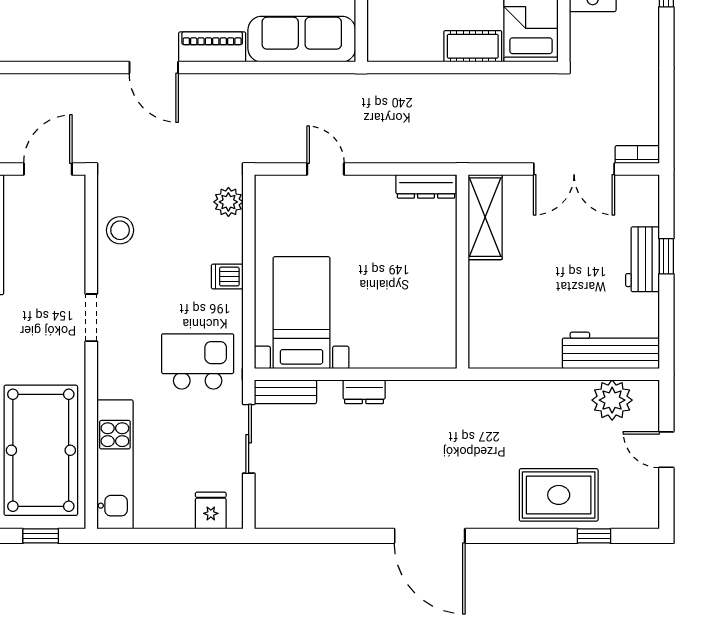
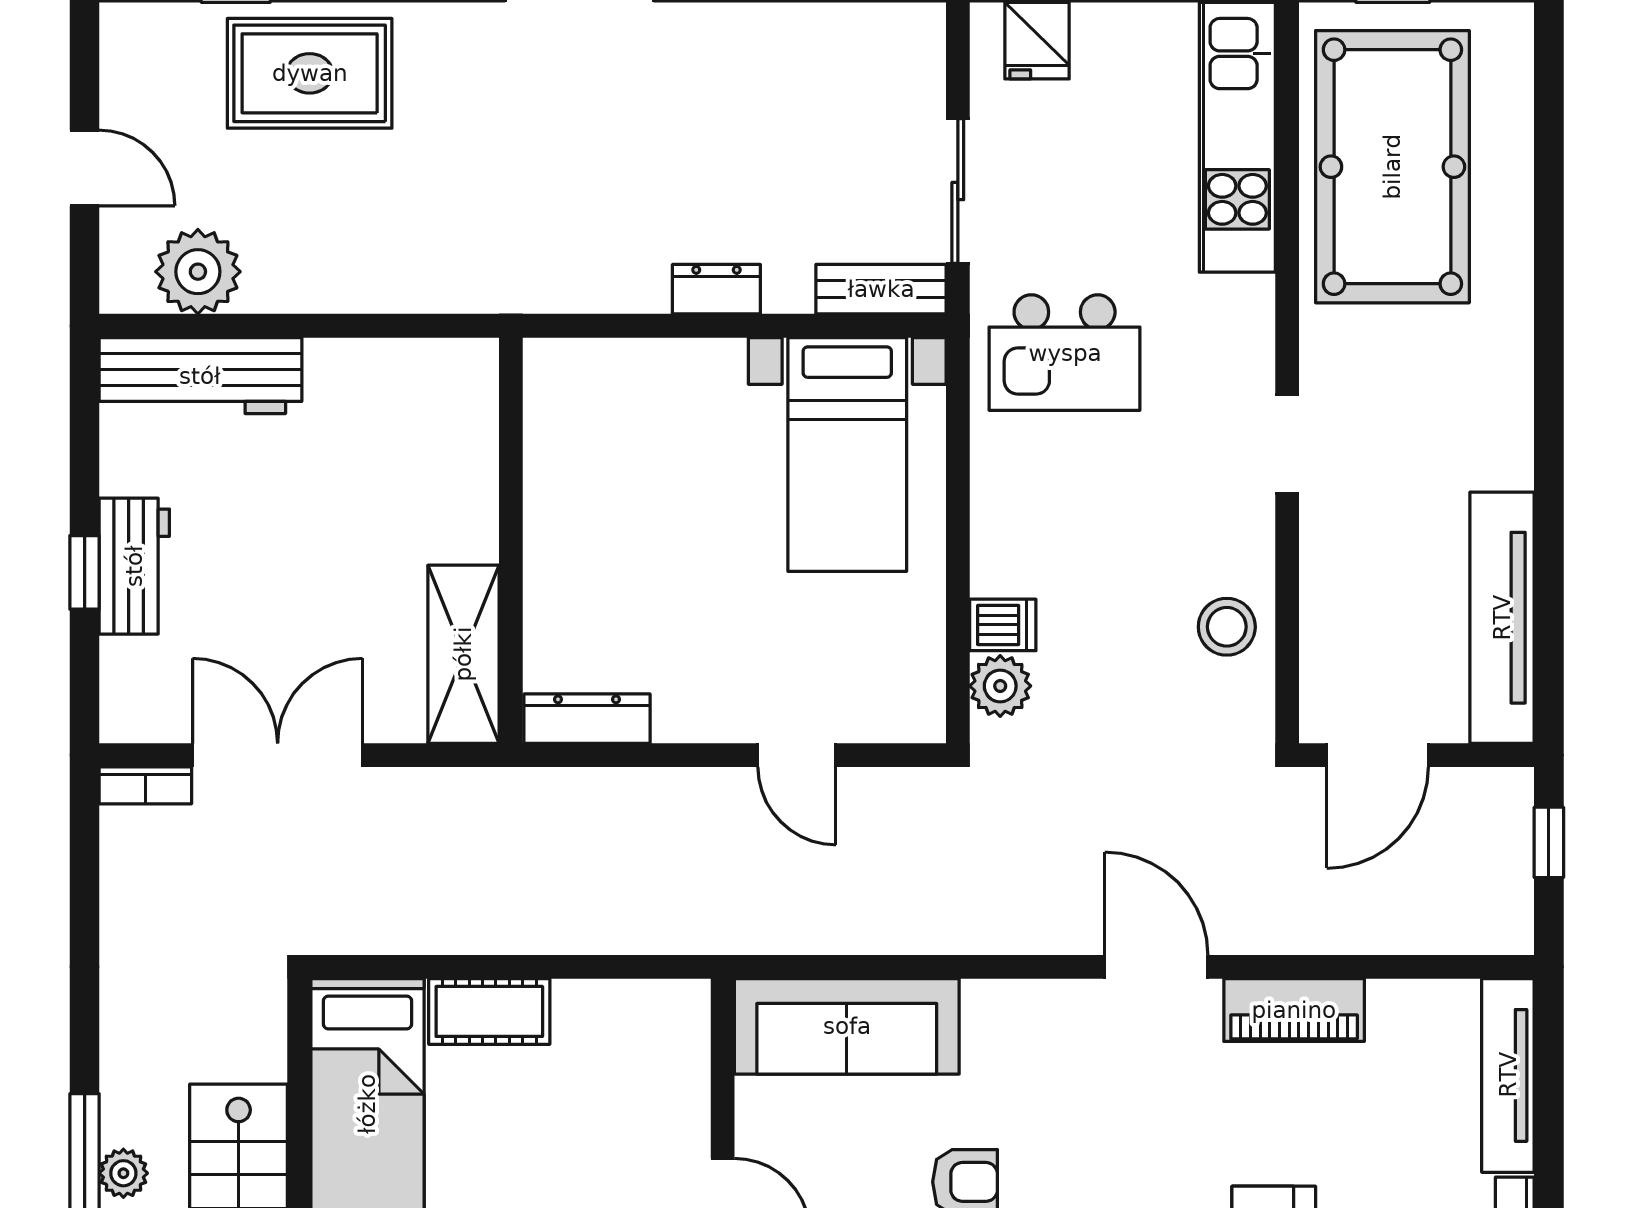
piano: (212, 47) -> (1294, 1010), moved
dishwasher: (227, 277) -> (1003, 625), moved

